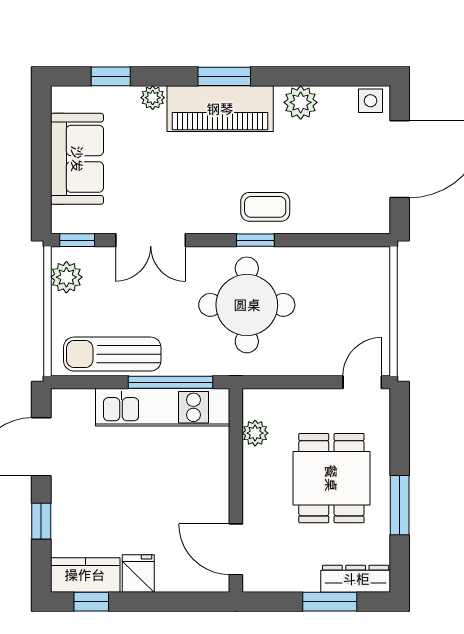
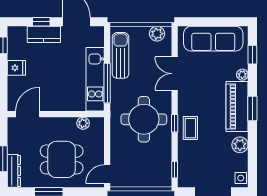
sofa: (77, 159) -> (213, 39), width x1.36
window: (77, 240) -> (175, 170), moved
door: (362, 382) -> (107, 174), swing flipped
kitchen counter: (85, 575) -> (44, 34), moved, turned 90

